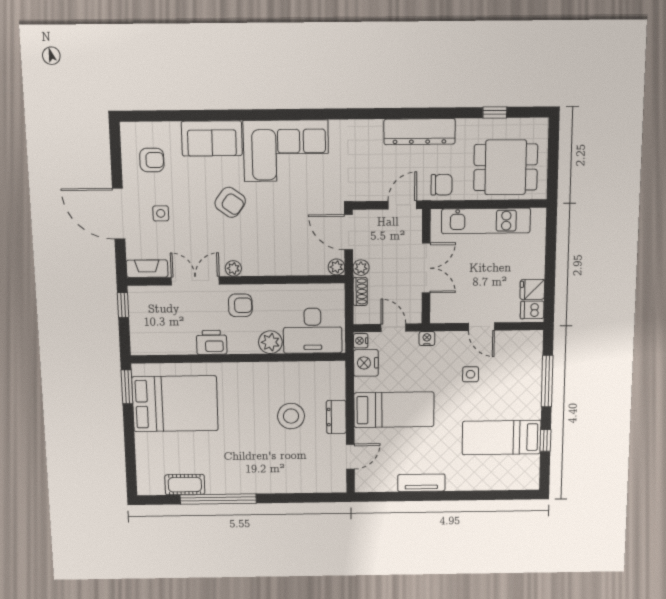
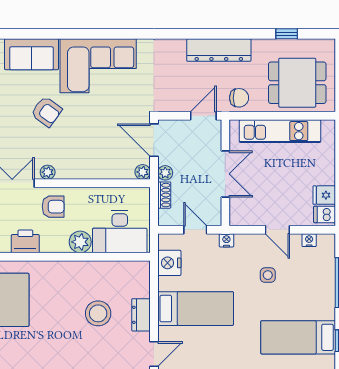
nightstand: (361, 341) -> (309, 240), moved, turned 90

